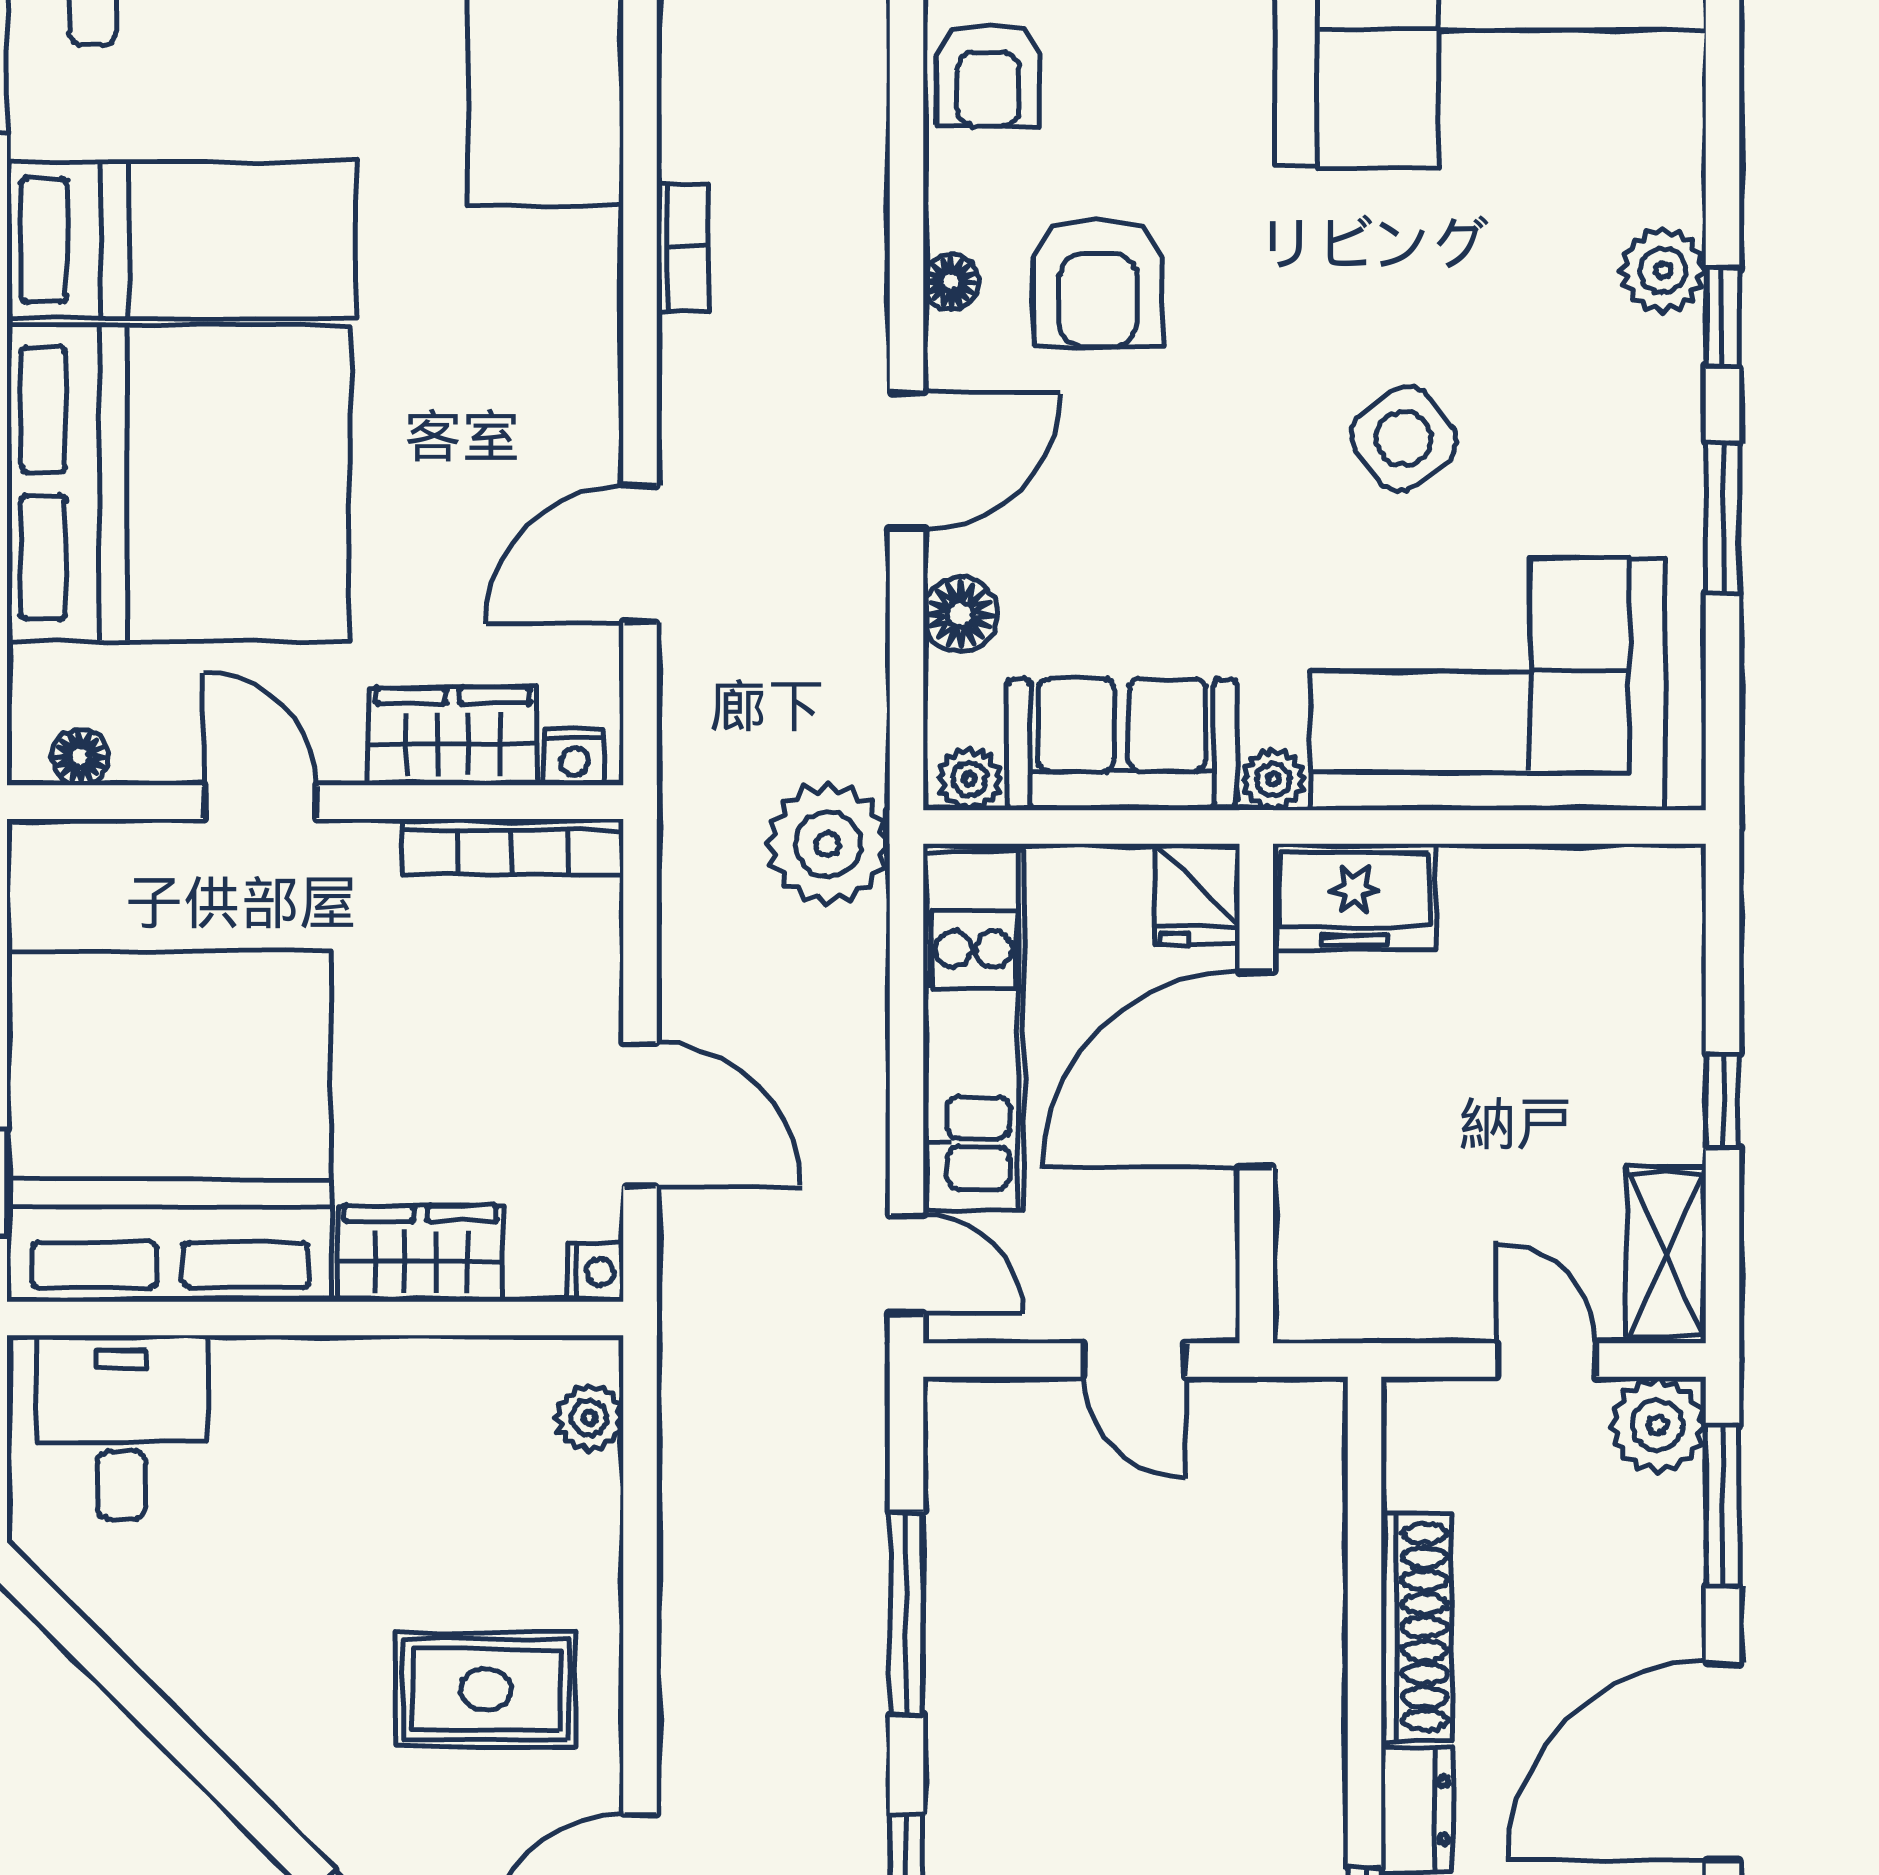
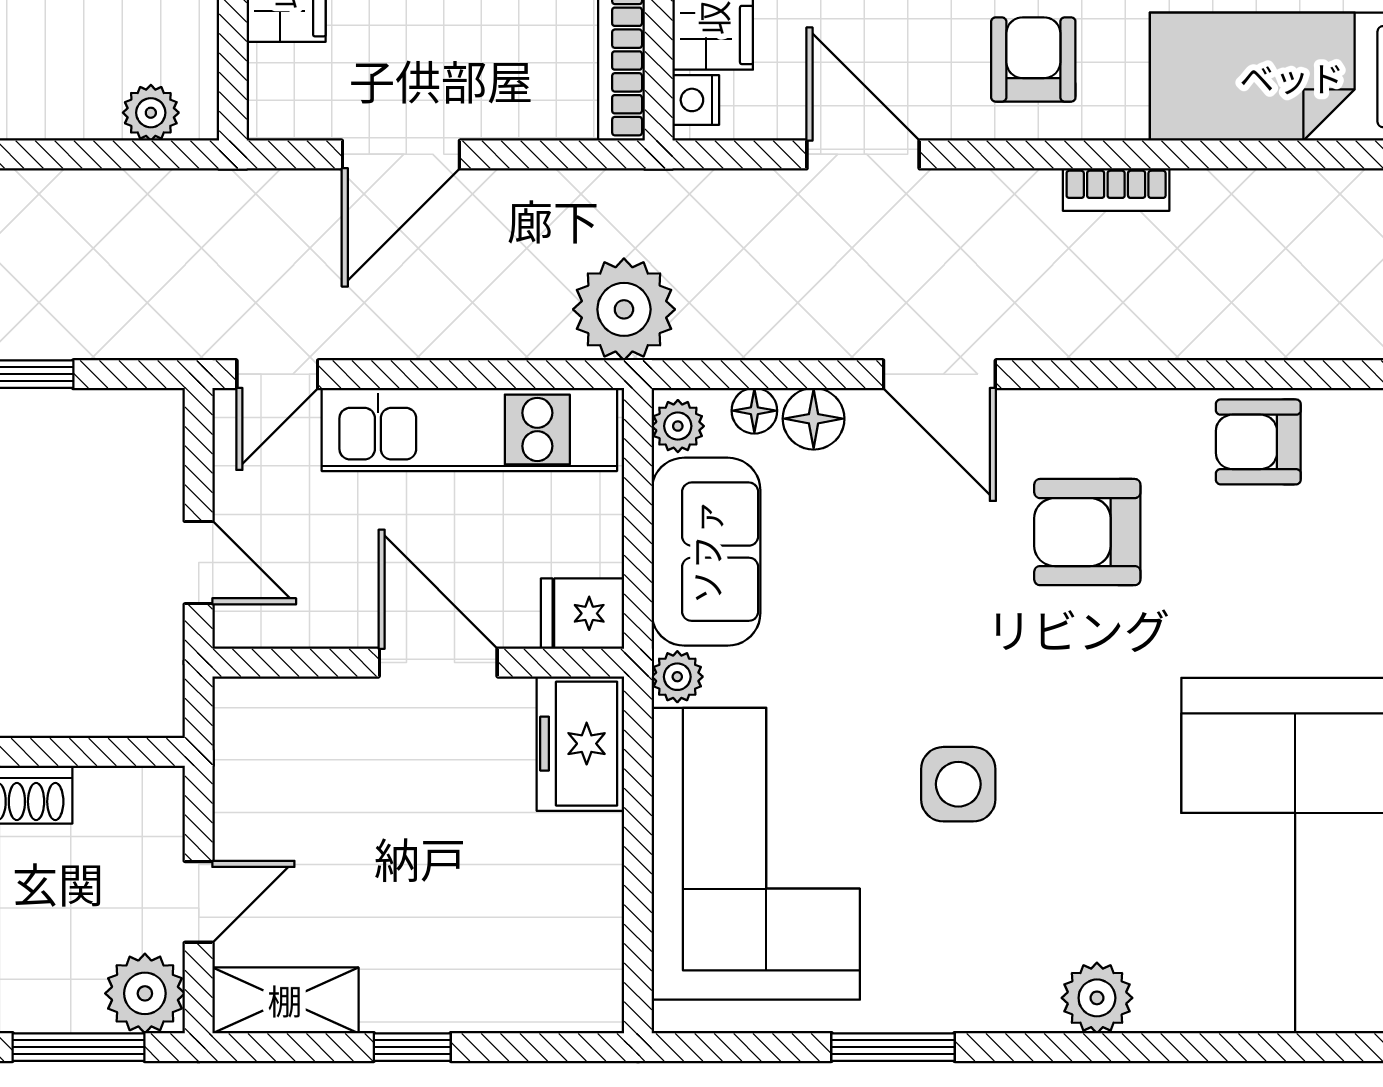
floor lamp: (951, 282) -> (754, 411), moved
window: (1723, 317) -> (1058, 1047), removed
armchair: (525, 348) -> (1033, 59), added
side table: (1404, 439) -> (958, 784), turned 37
door: (1256, 1069) -> (438, 663), width x0.73
nightstand: (595, 1272) -> (271, 118), removed
door: (1135, 1360) -> (199, 563), swing flipped

